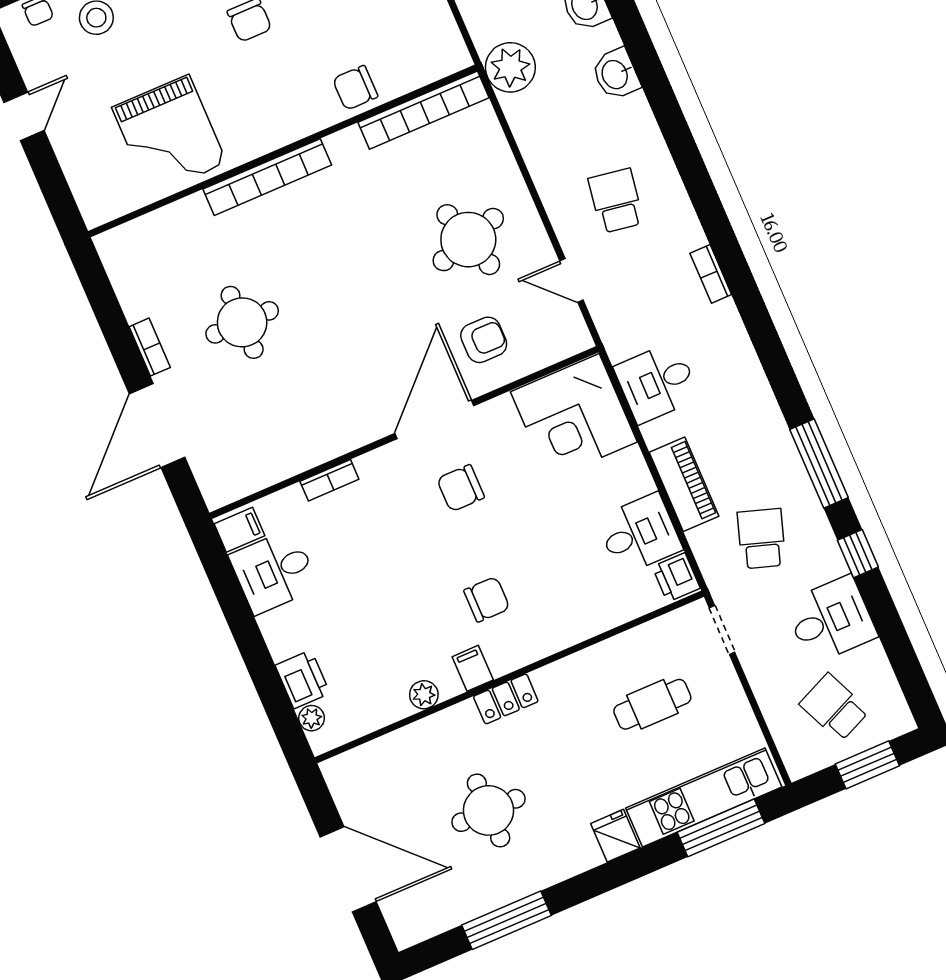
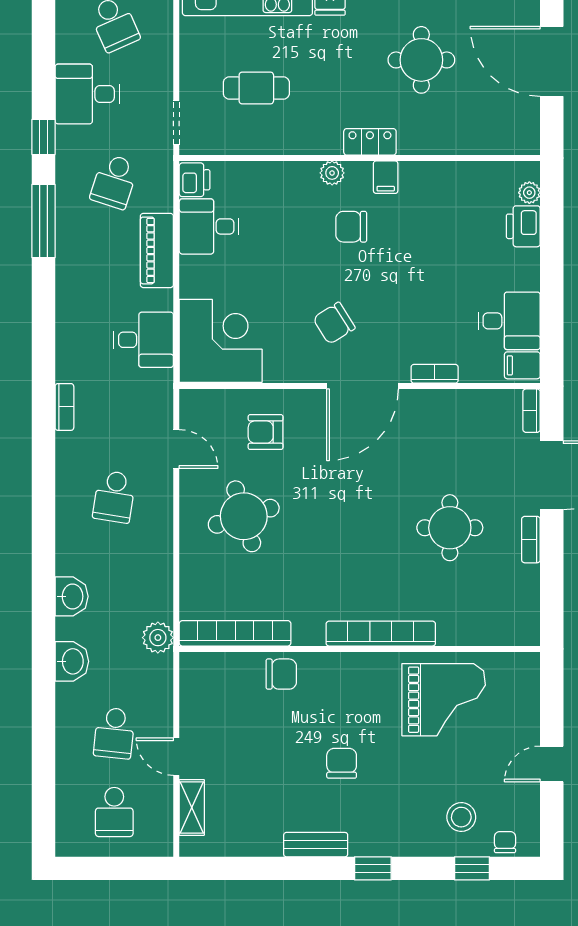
plant: (510, 67) -> (158, 638), width x0.73, depth x0.73
grand piano: (169, 135) -> (444, 700), turned 90
door: (434, 419) -> (363, 386), moved
bookcase: (209, 486) -> (532, 411), added
chair: (461, 488) -> (334, 323), turned 148
plant: (424, 695) -> (332, 173), moved

